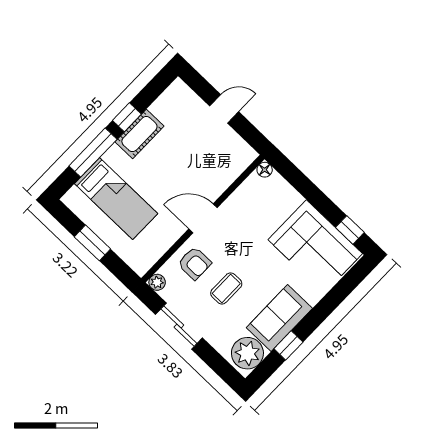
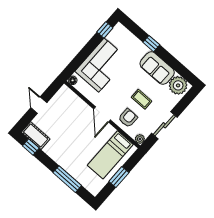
window: (127, 117) -> (31, 147), moved
cot: (139, 134) -> (36, 136), moved
bed: (116, 199) -> (110, 155), moved, turned 180
corner sofa: (315, 247) -> (101, 65), moved
window: (288, 345) -> (151, 44), moved

